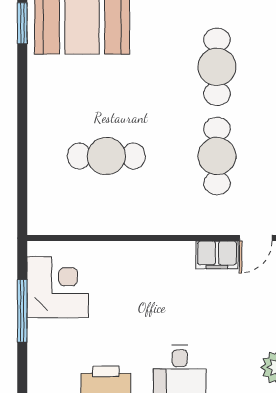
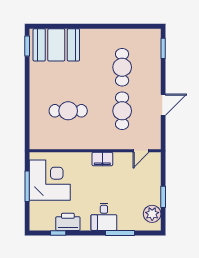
filing cabinet: (217, 255) -> (102, 159), moved
corner desk: (58, 287) -> (50, 180), width x1.36, depth x1.36

